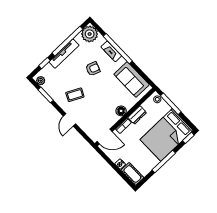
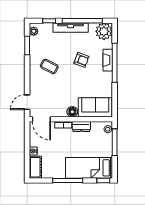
sofa: (132, 79) -> (95, 107), moved, turned 90
door: (70, 120) -> (27, 102), moved
bed: (167, 135) -> (89, 168), width x0.67

